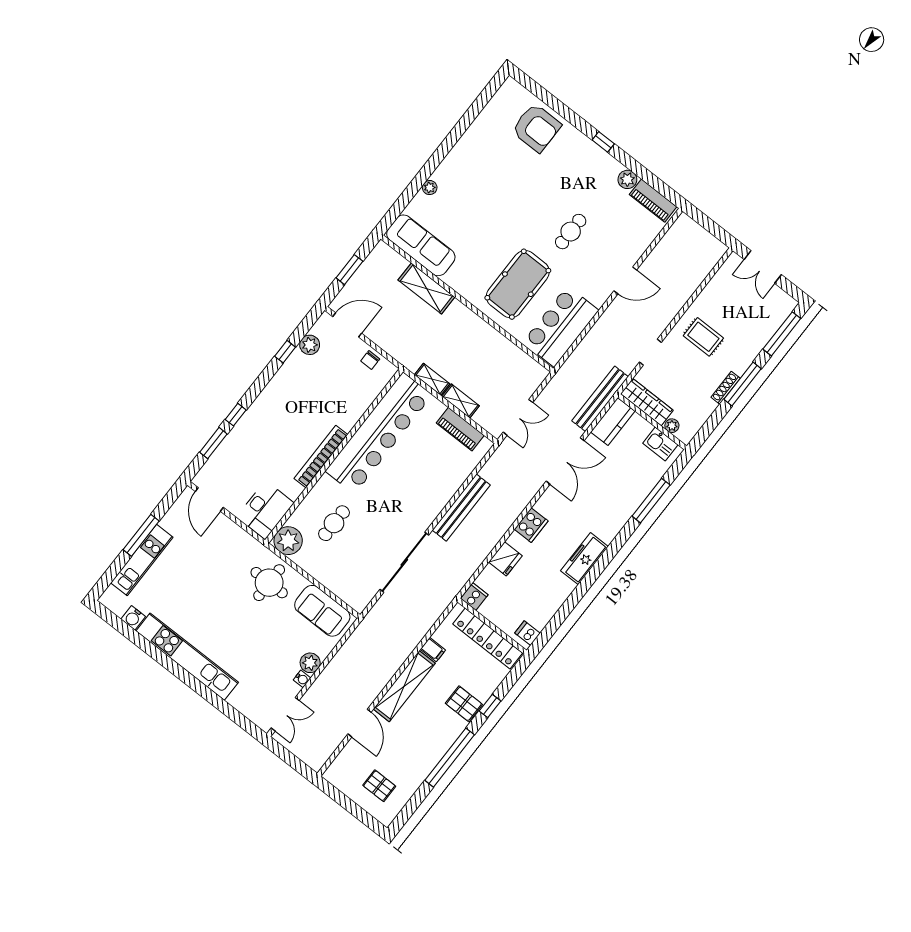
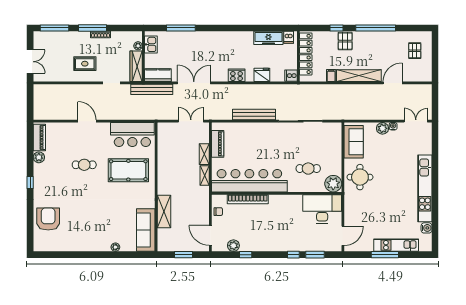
rug: (703, 337) -> (85, 64), turned 90
bookcase: (321, 457) -> (248, 199), moved
desk: (265, 510) -> (322, 209), width x1.36, depth x1.30
freezer: (584, 559) -> (268, 38), moved

